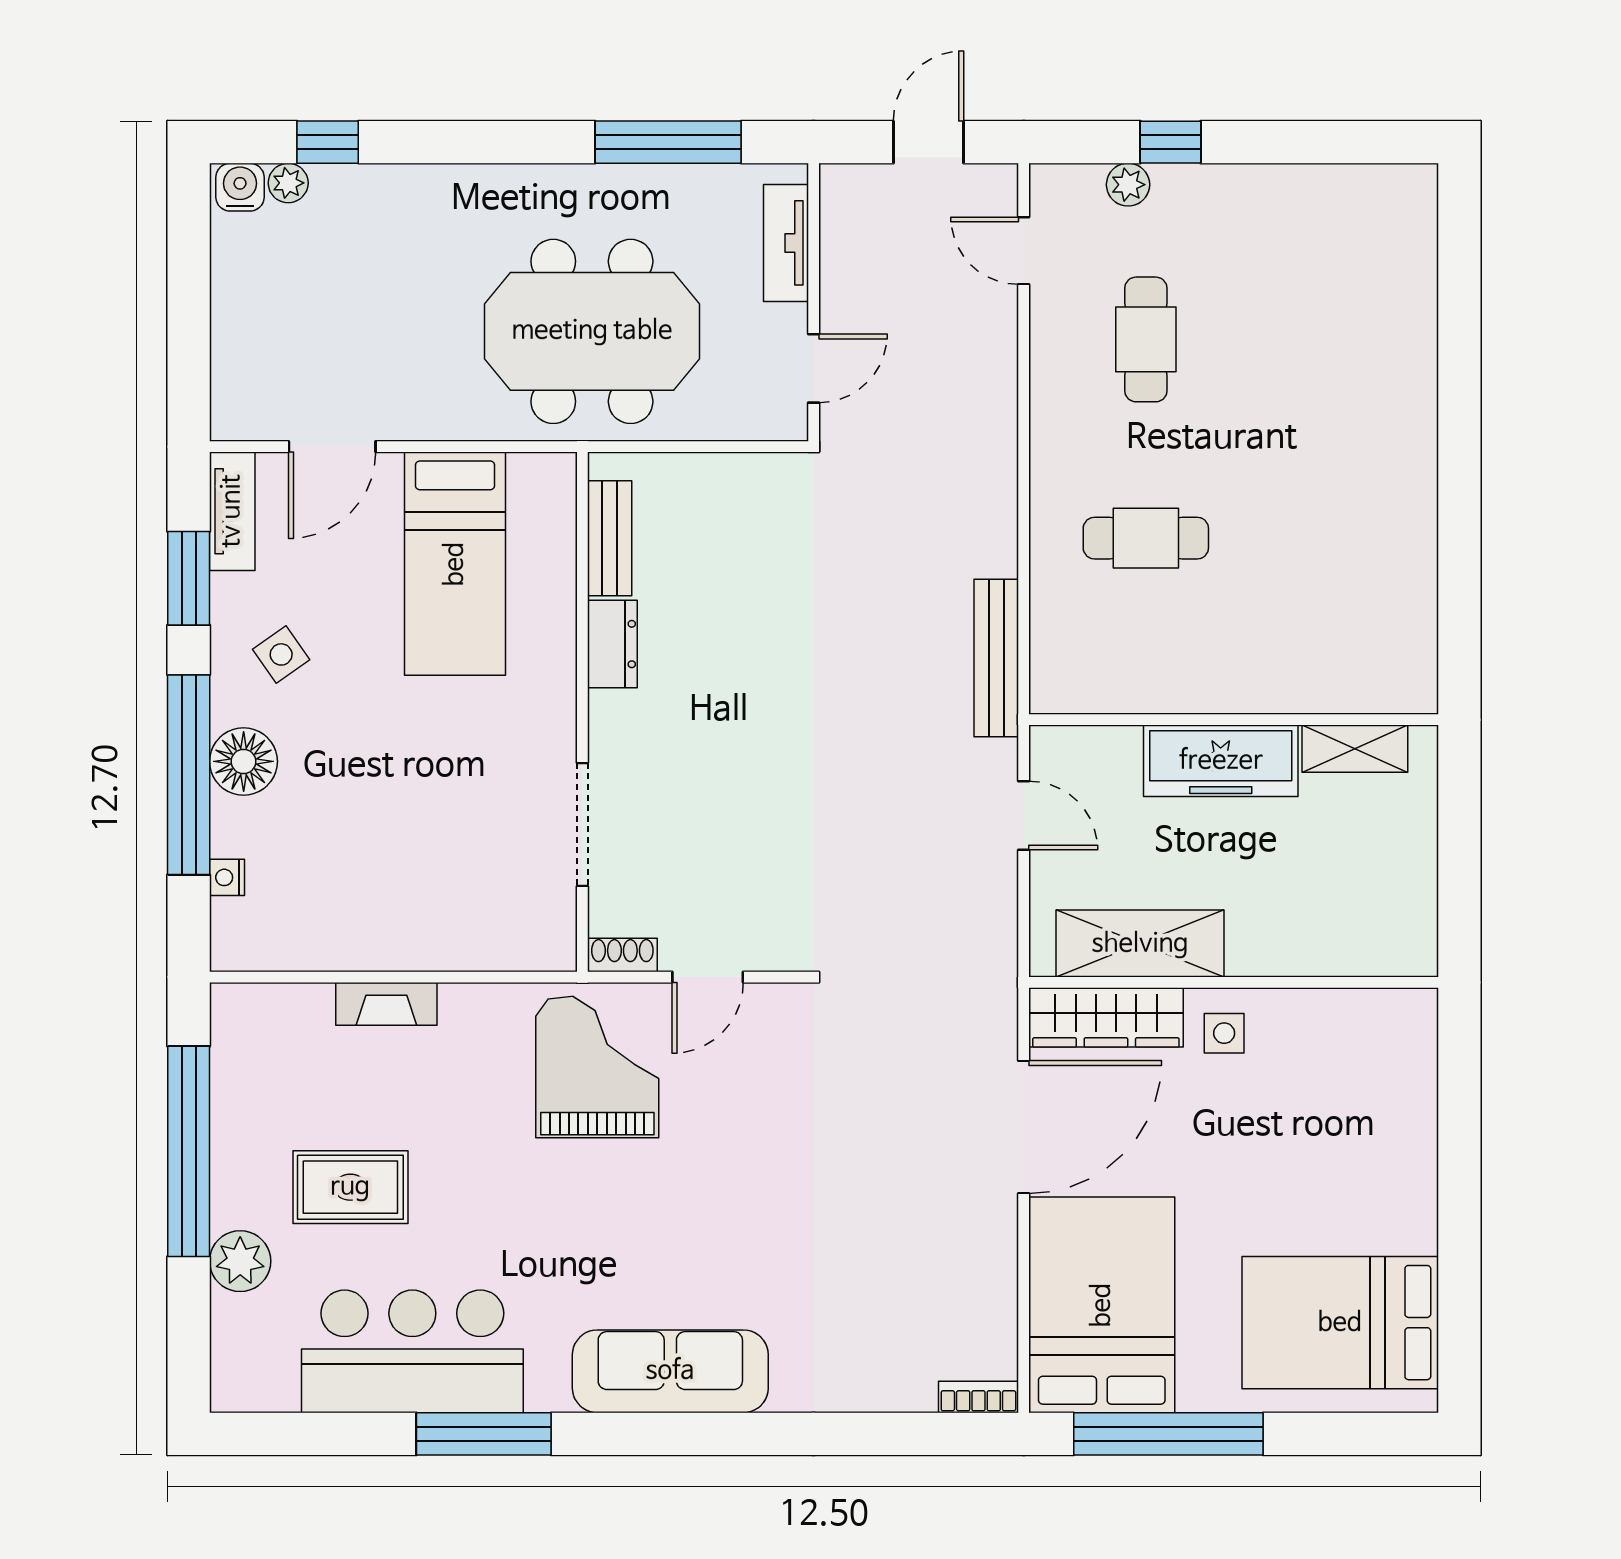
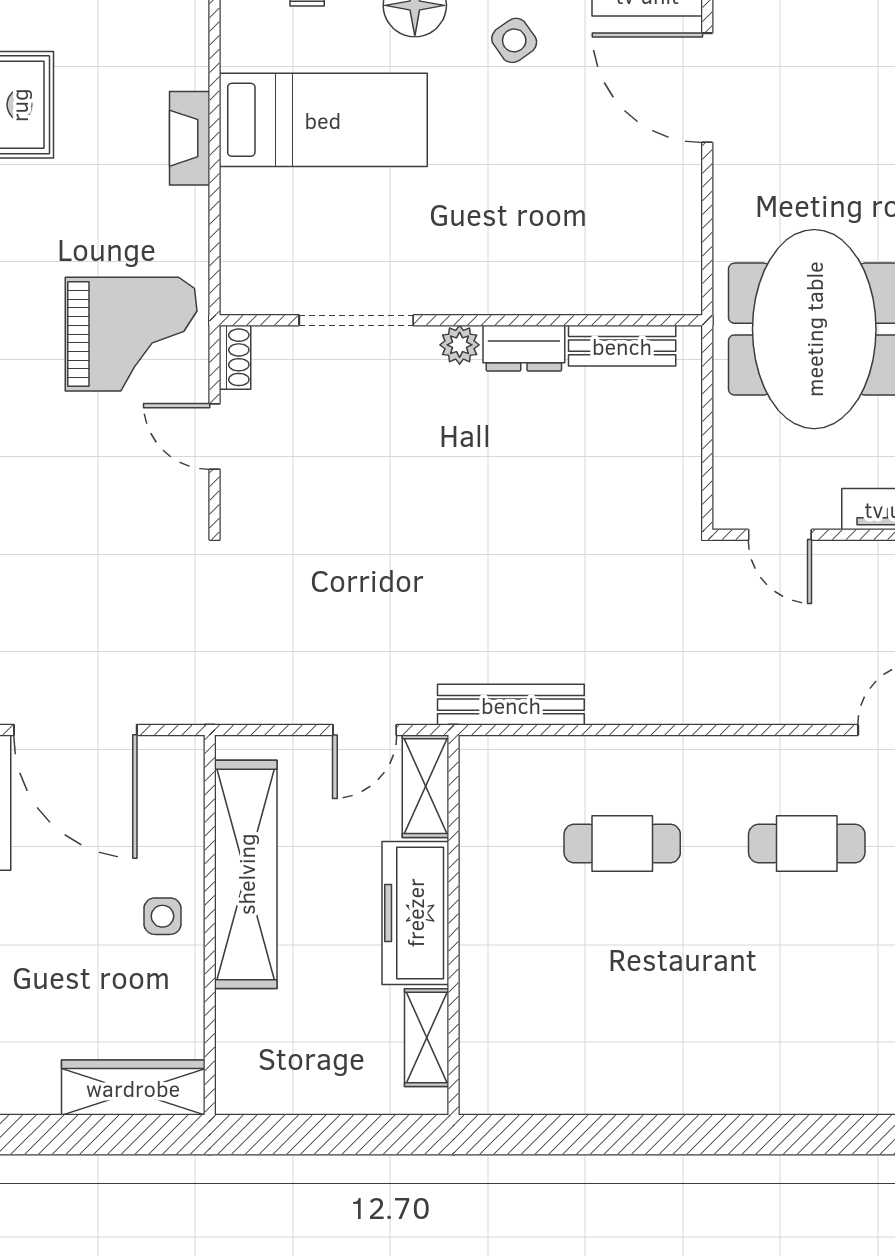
door: (332, 447) -> (707, 88), width x1.36
cafe table: (1146, 538) -> (622, 843), turned 90
bed: (455, 564) -> (323, 120), moved, turned 180
plant: (609, 713) -> (460, 345), added
shelving: (1084, 750) -> (426, 786), added
shelving: (1140, 944) -> (246, 874), width x1.47
wardrobe: (1106, 1017) -> (133, 1088), moved, turned 90

